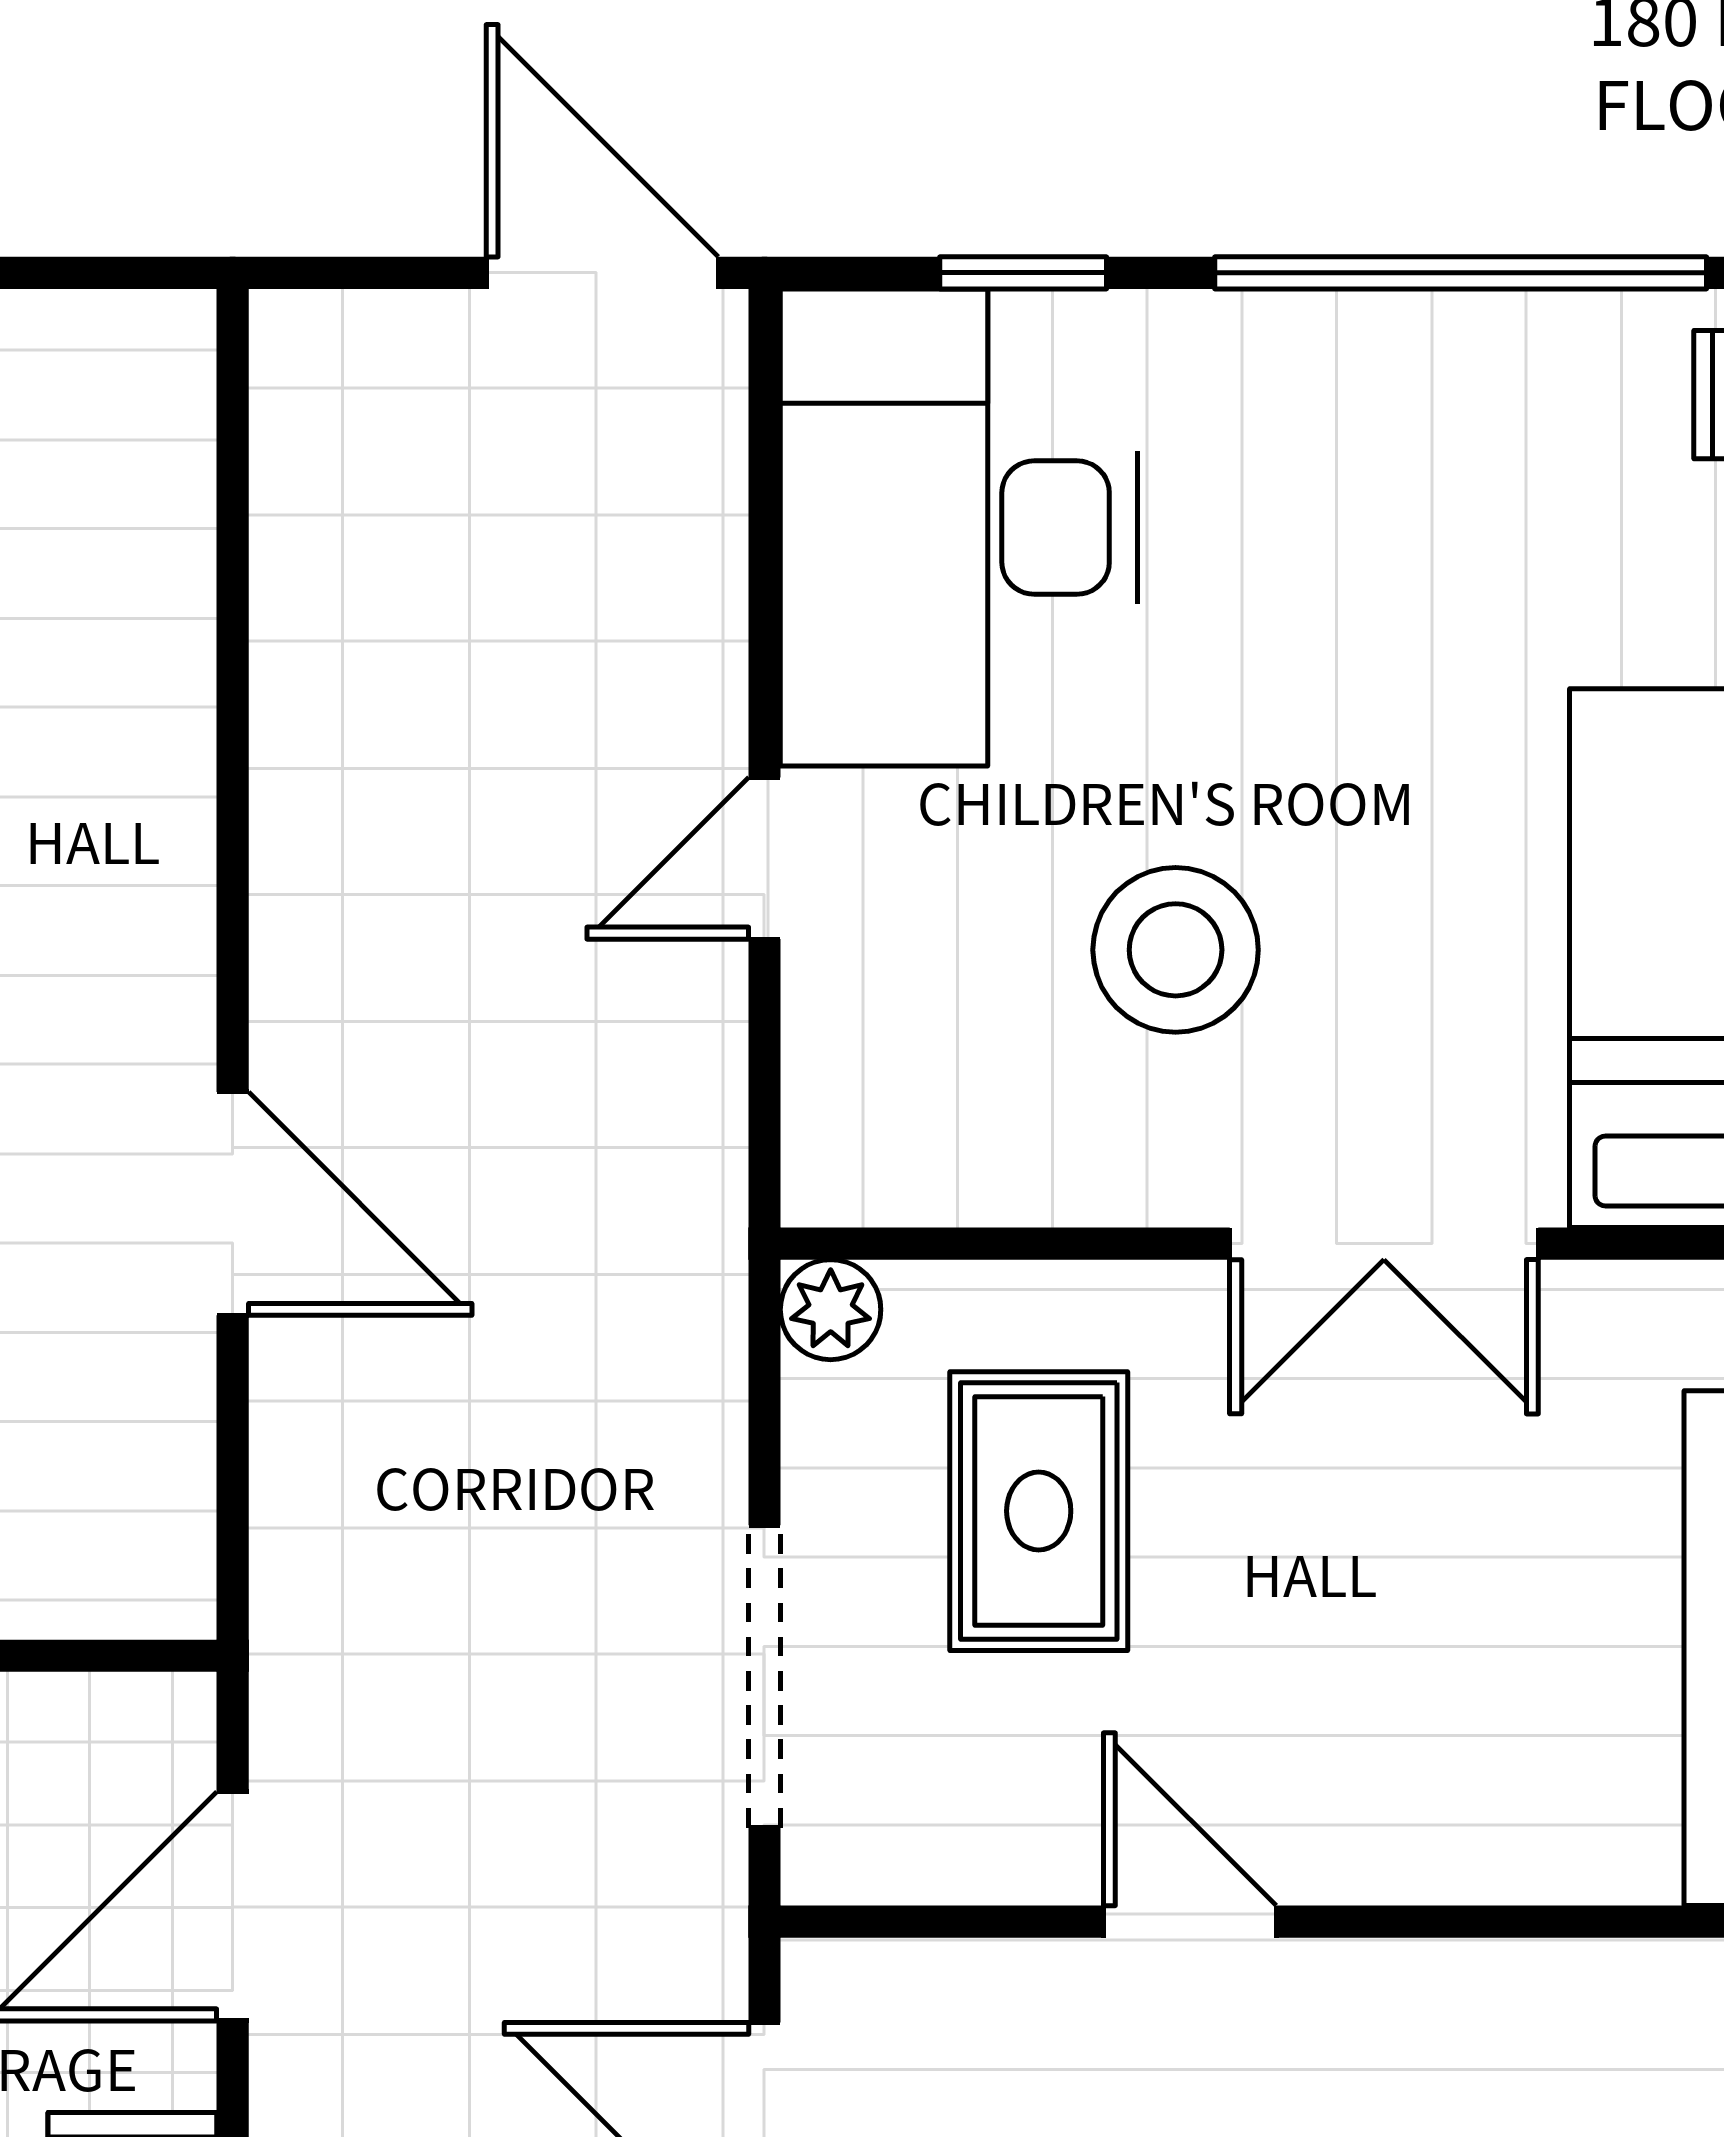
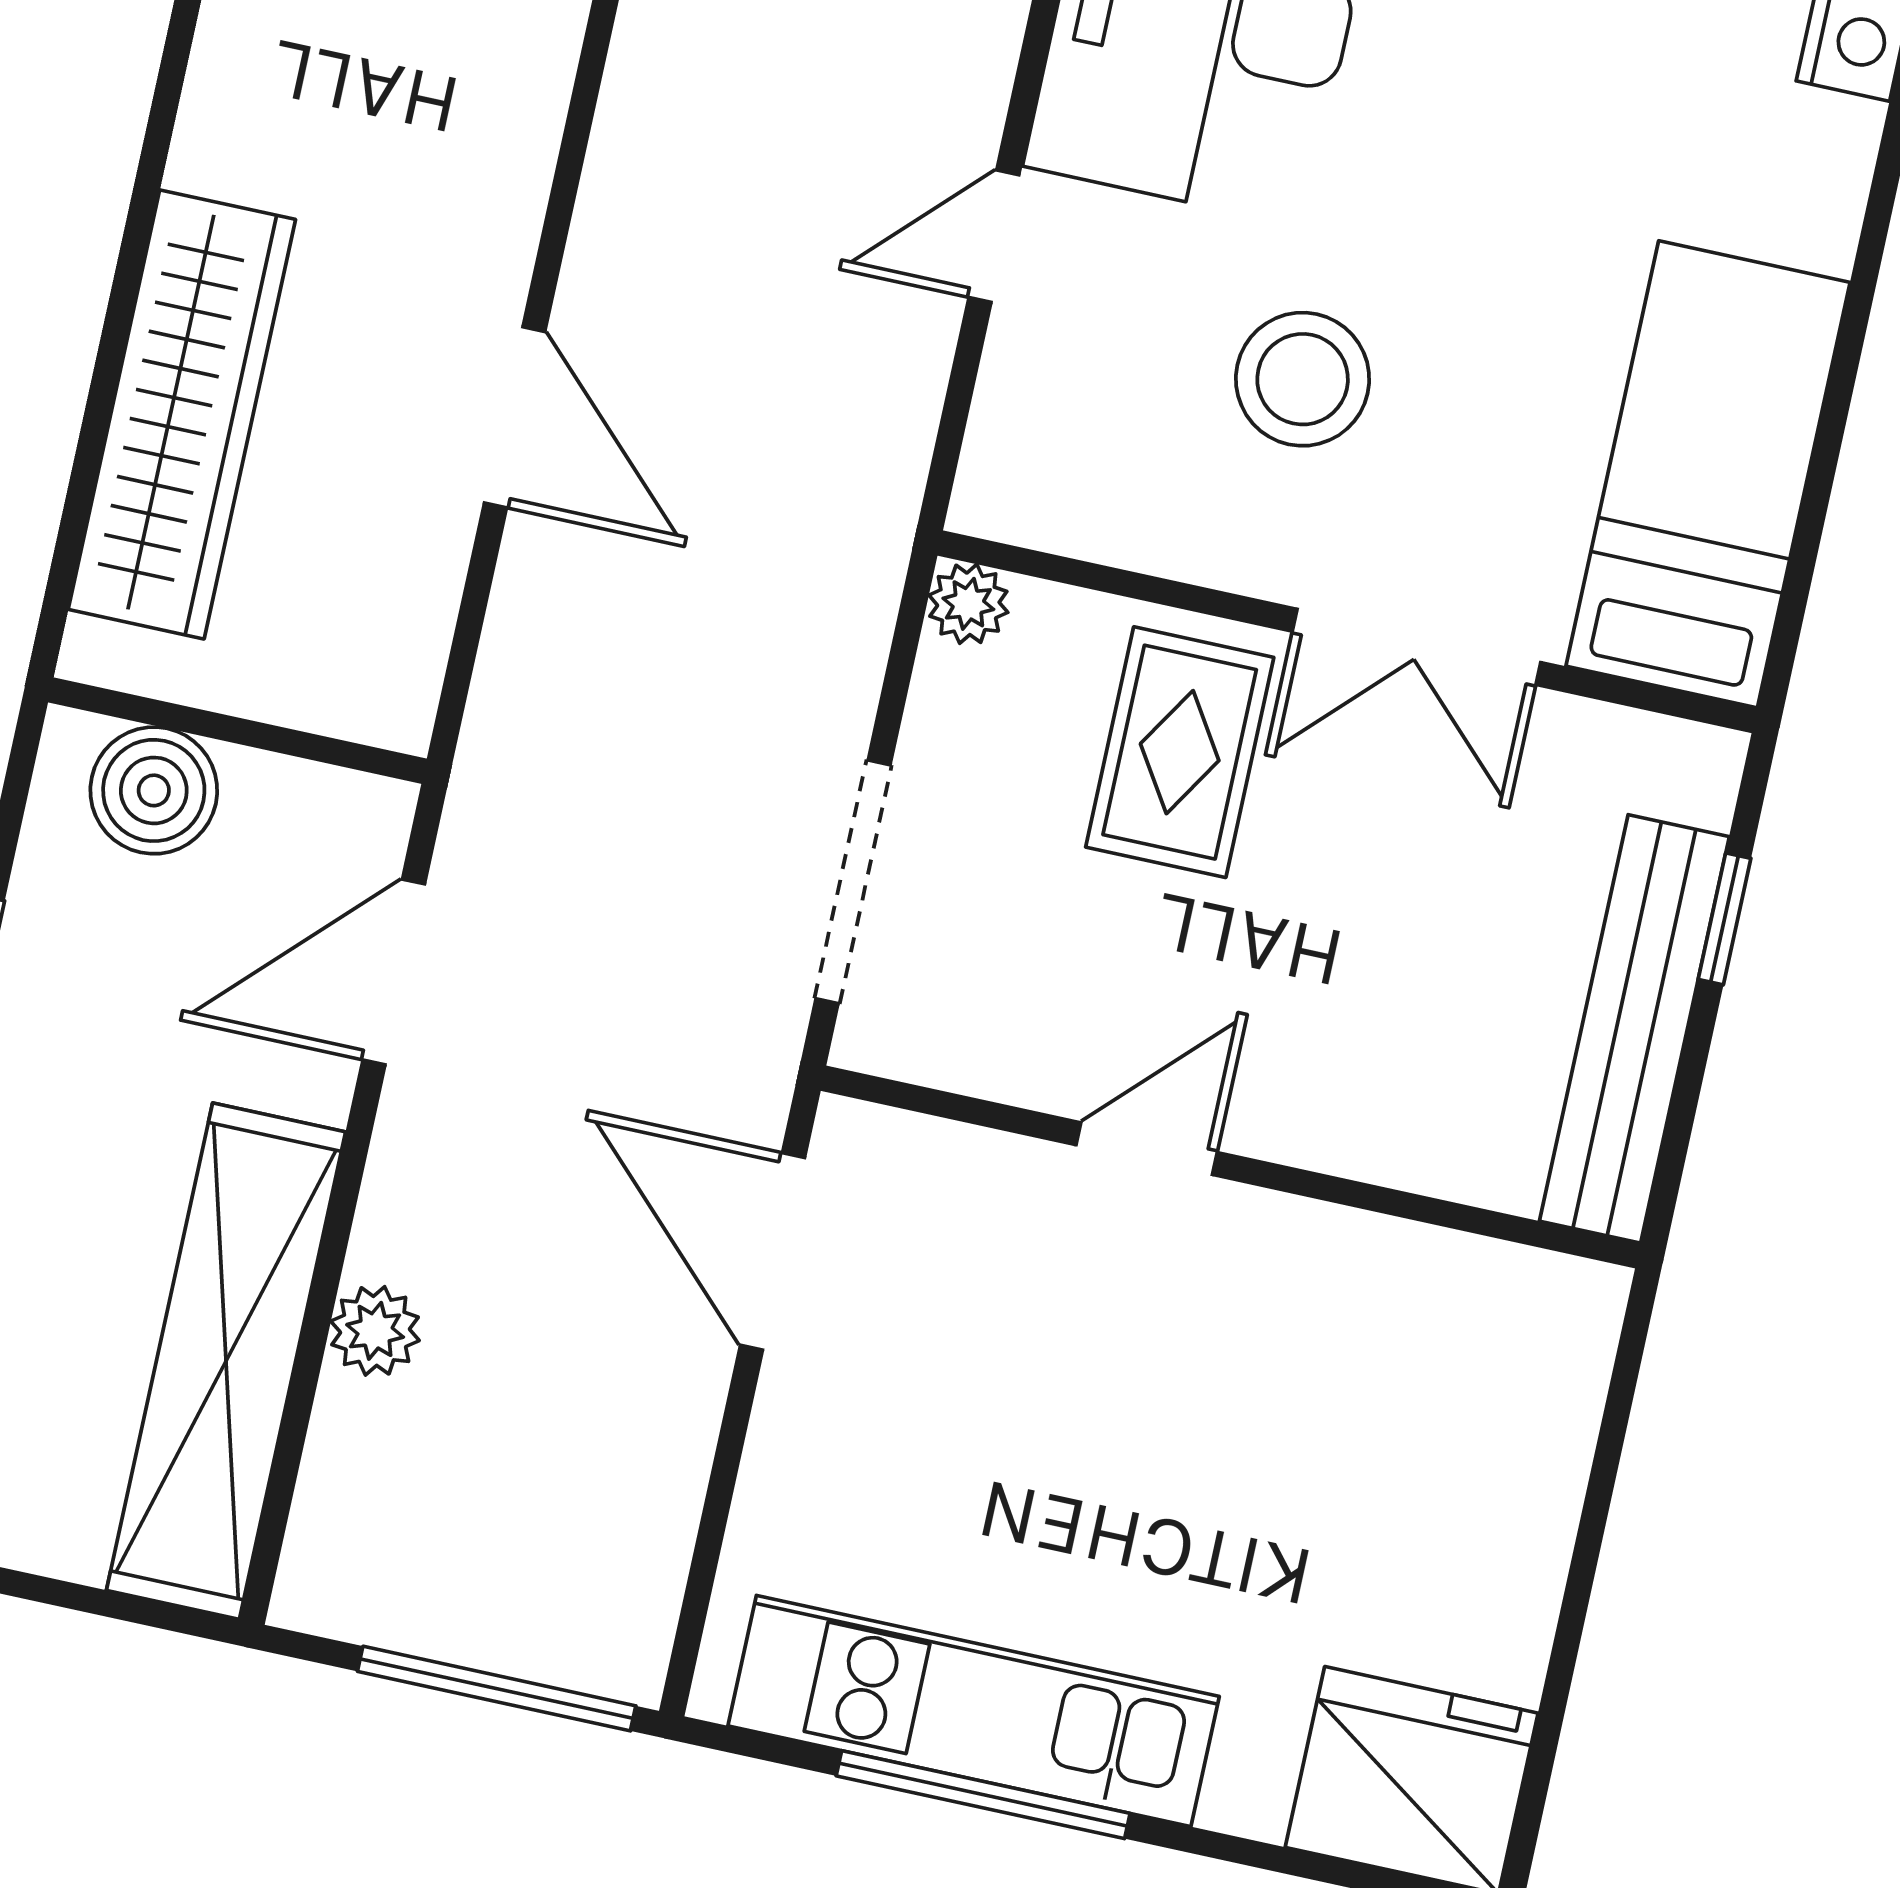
rug: (1039, 1511) -> (1180, 752), moved
door: (1190, 1922) -> (1147, 1149), hinge flipped

